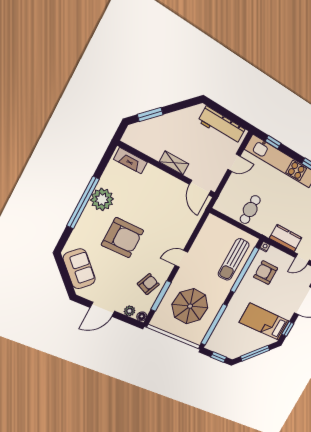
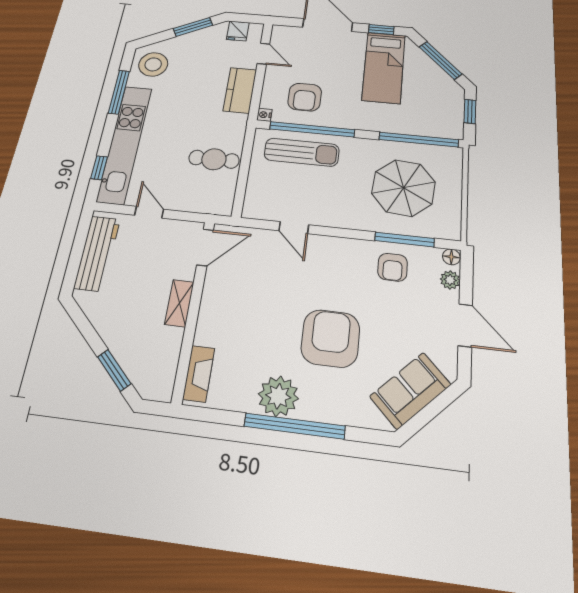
door: (181, 259) -> (294, 228), moved
armchair: (148, 284) -> (393, 267), turned -113

